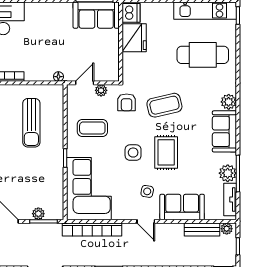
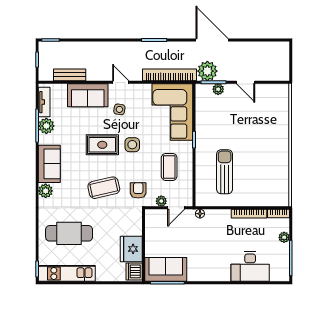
coffee table: (92, 128) -> (169, 167), turned 90
rug: (166, 152) -> (102, 145), turned 90
plant: (227, 229) -> (207, 71), moved, width x1.88, depth x1.88

